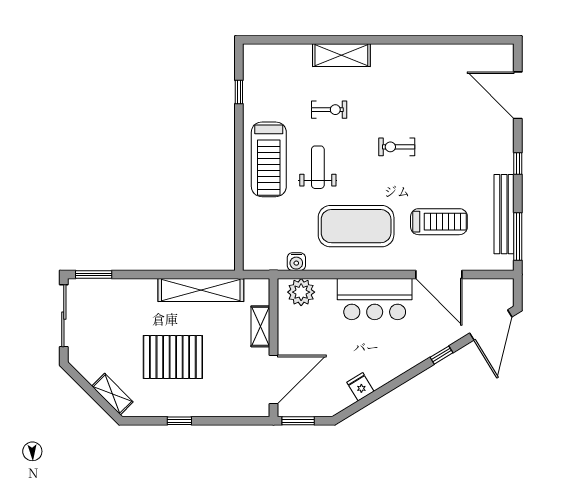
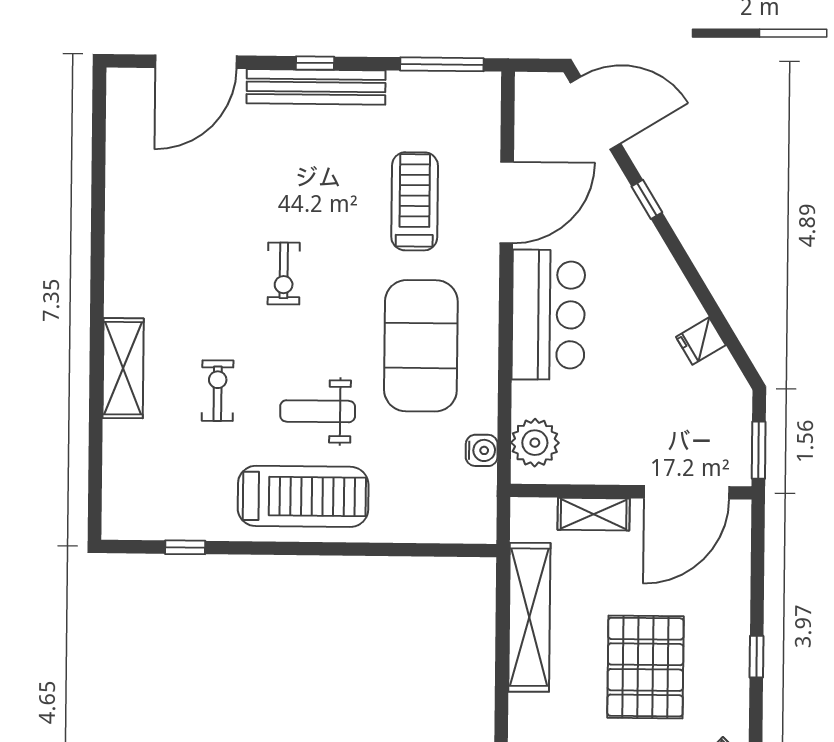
bench: (504, 214) -> (316, 87), moved
door: (274, 380) -> (686, 492), swing flipped

